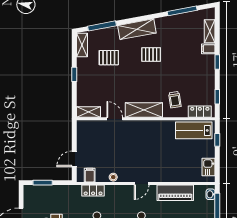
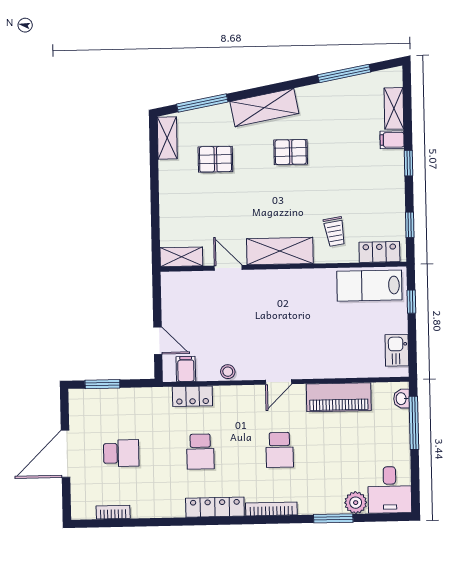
window: (74, 74) -> (155, 190), removed
door: (74, 159) -> (158, 341), swing flipped

